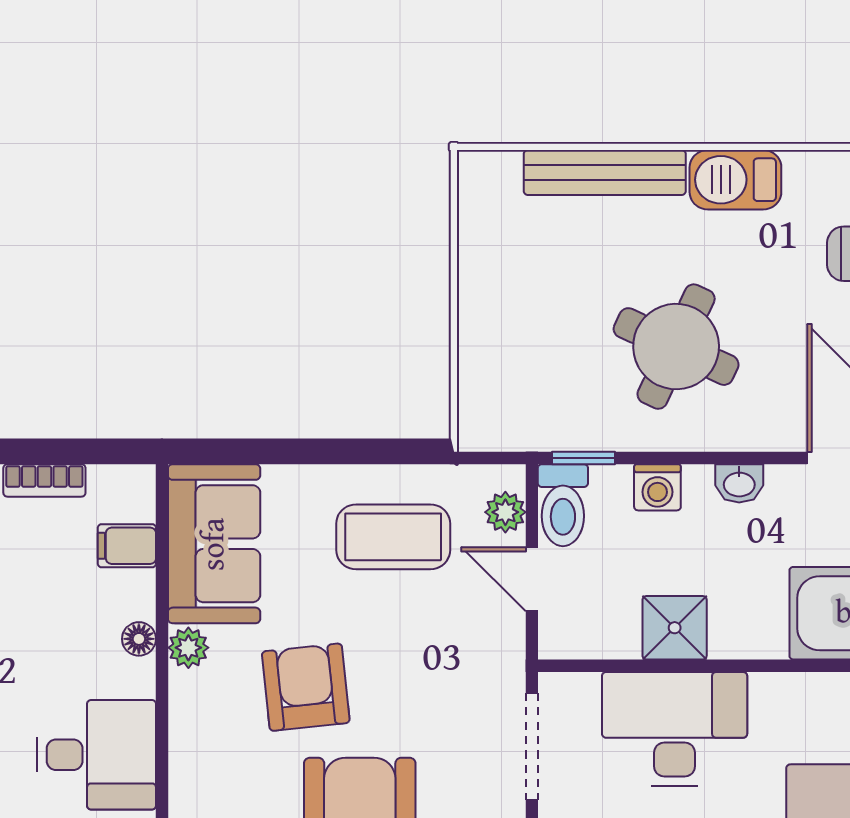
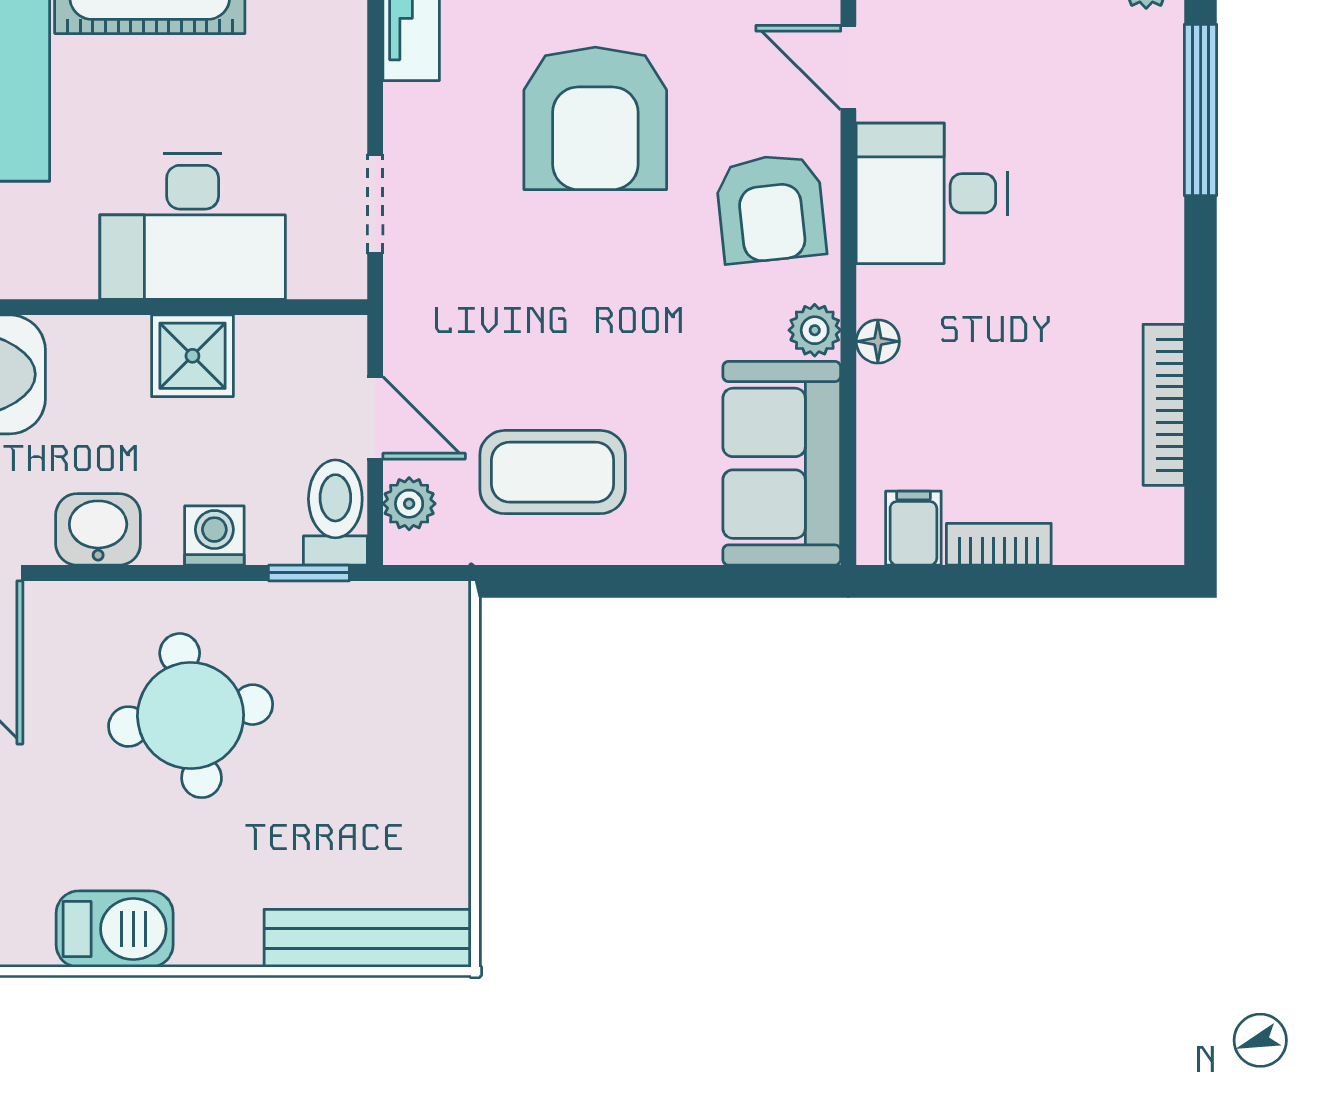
bench: (605, 173) -> (368, 938), moved
round table: (676, 347) -> (191, 716), turned -35
washbasin: (739, 483) -> (98, 529), width x1.38, depth x1.45
filing cabinet: (127, 546) -> (913, 528), moved, turned -90
armchair: (306, 687) -> (771, 208), moved
doorway: (532, 746) -> (375, 204), width x0.73

